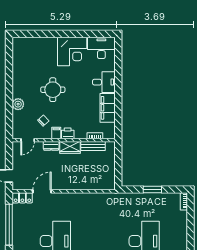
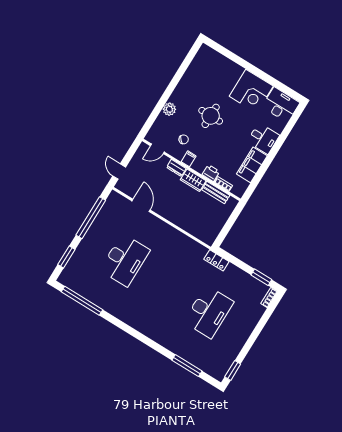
printer: (68, 133) -> (211, 173), moved
window: (152, 190) -> (261, 277), moved
door: (42, 191) -> (141, 205), hinge flipped
locker: (22, 198) -> (216, 260), moved

